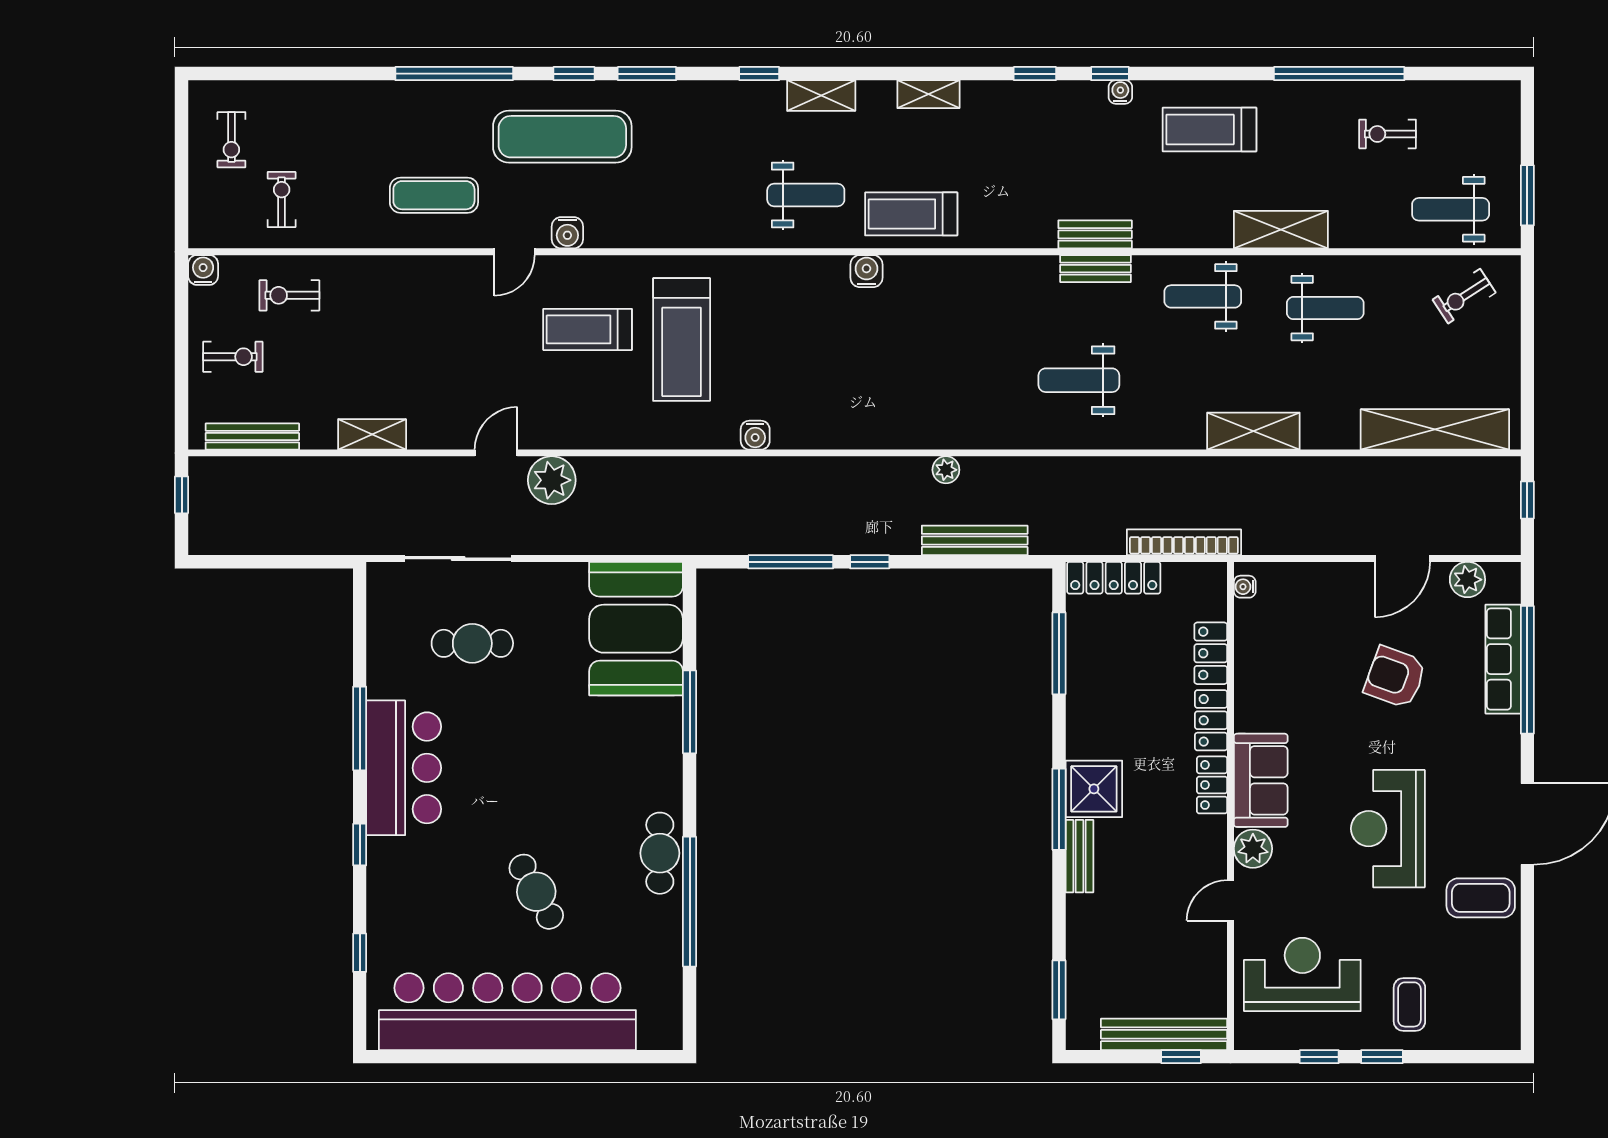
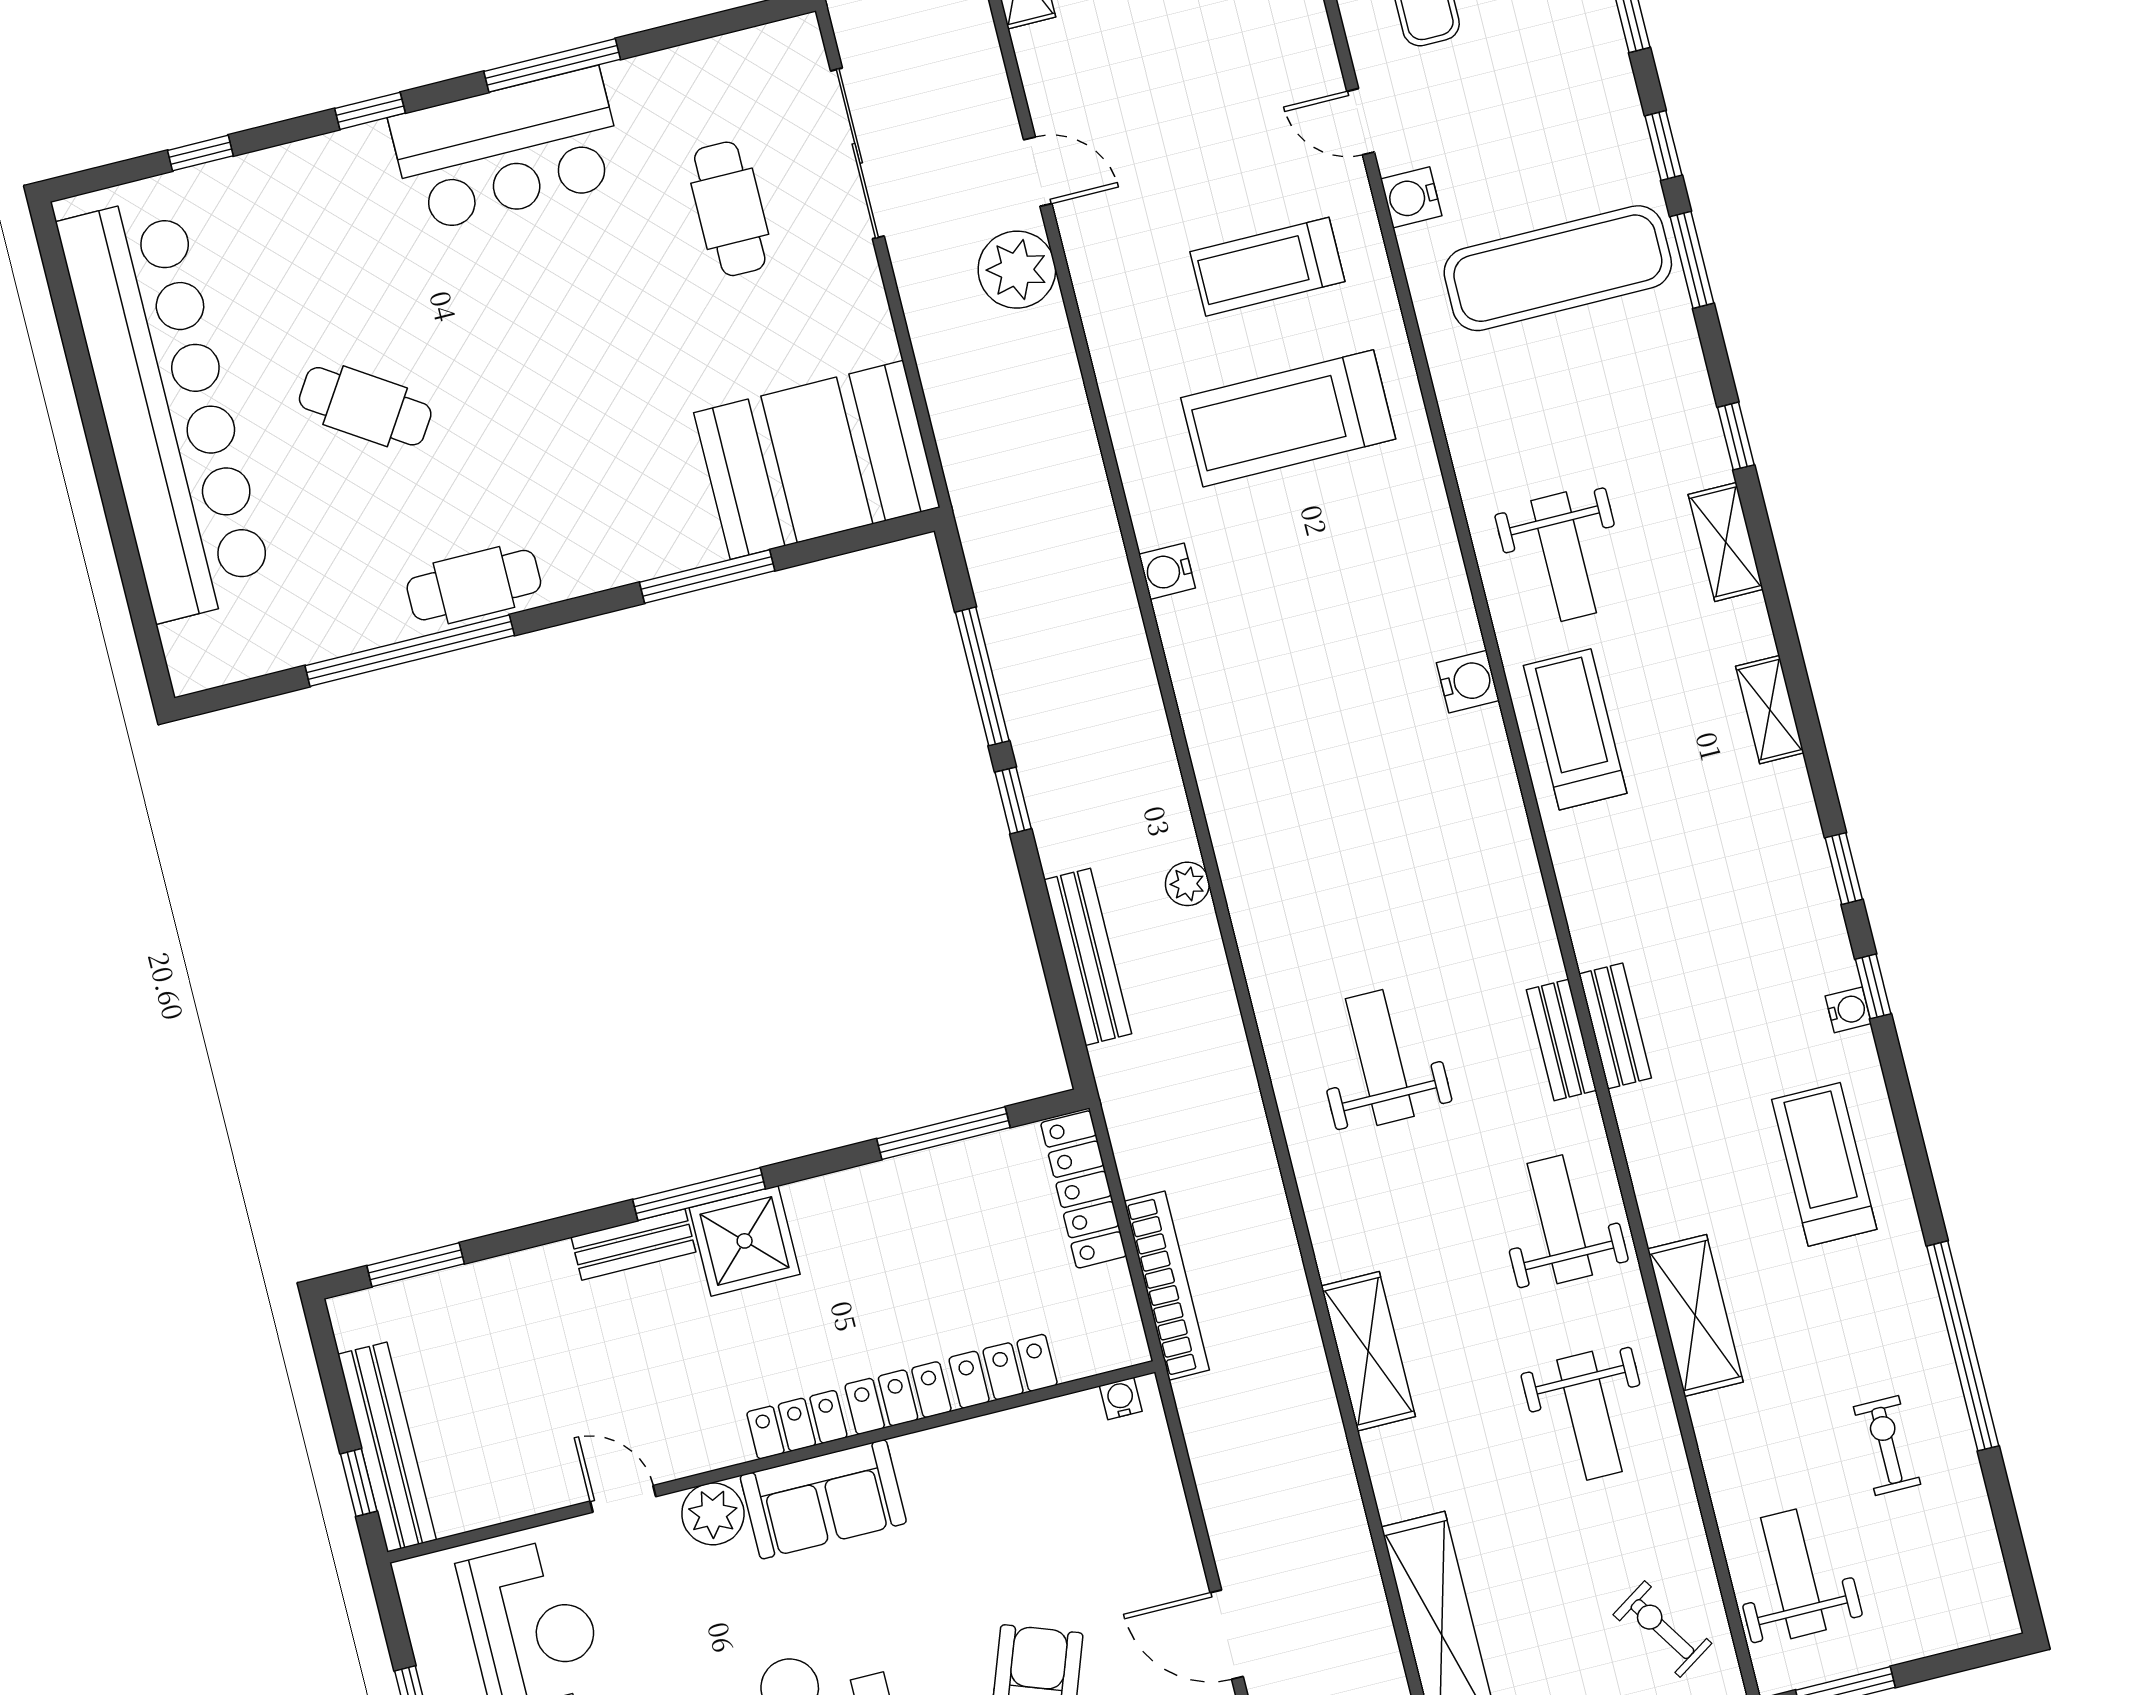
exercise mat: (562, 137) -> (1558, 268), moved, turned 90
treadmill: (587, 329) -> (1267, 267), turned -90
cafe table: (536, 892) -> (365, 406), turned 62

